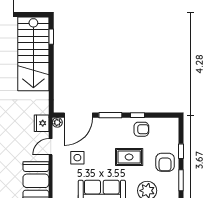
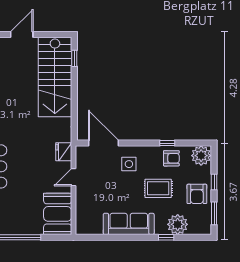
door: (78, 115) -> (104, 143), swing flipped
window: (110, 115) -> (138, 143), removed
plant: (57, 122) -> (201, 156), moved, width x1.88, depth x1.88
side table: (77, 158) -> (129, 164), moved

